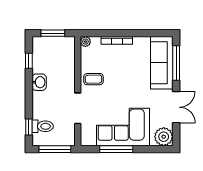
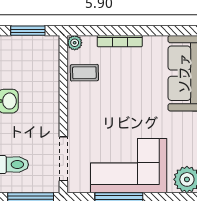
coffee table: (93, 79) -> (84, 73), moved
doorway: (78, 108) -> (63, 159), moved

